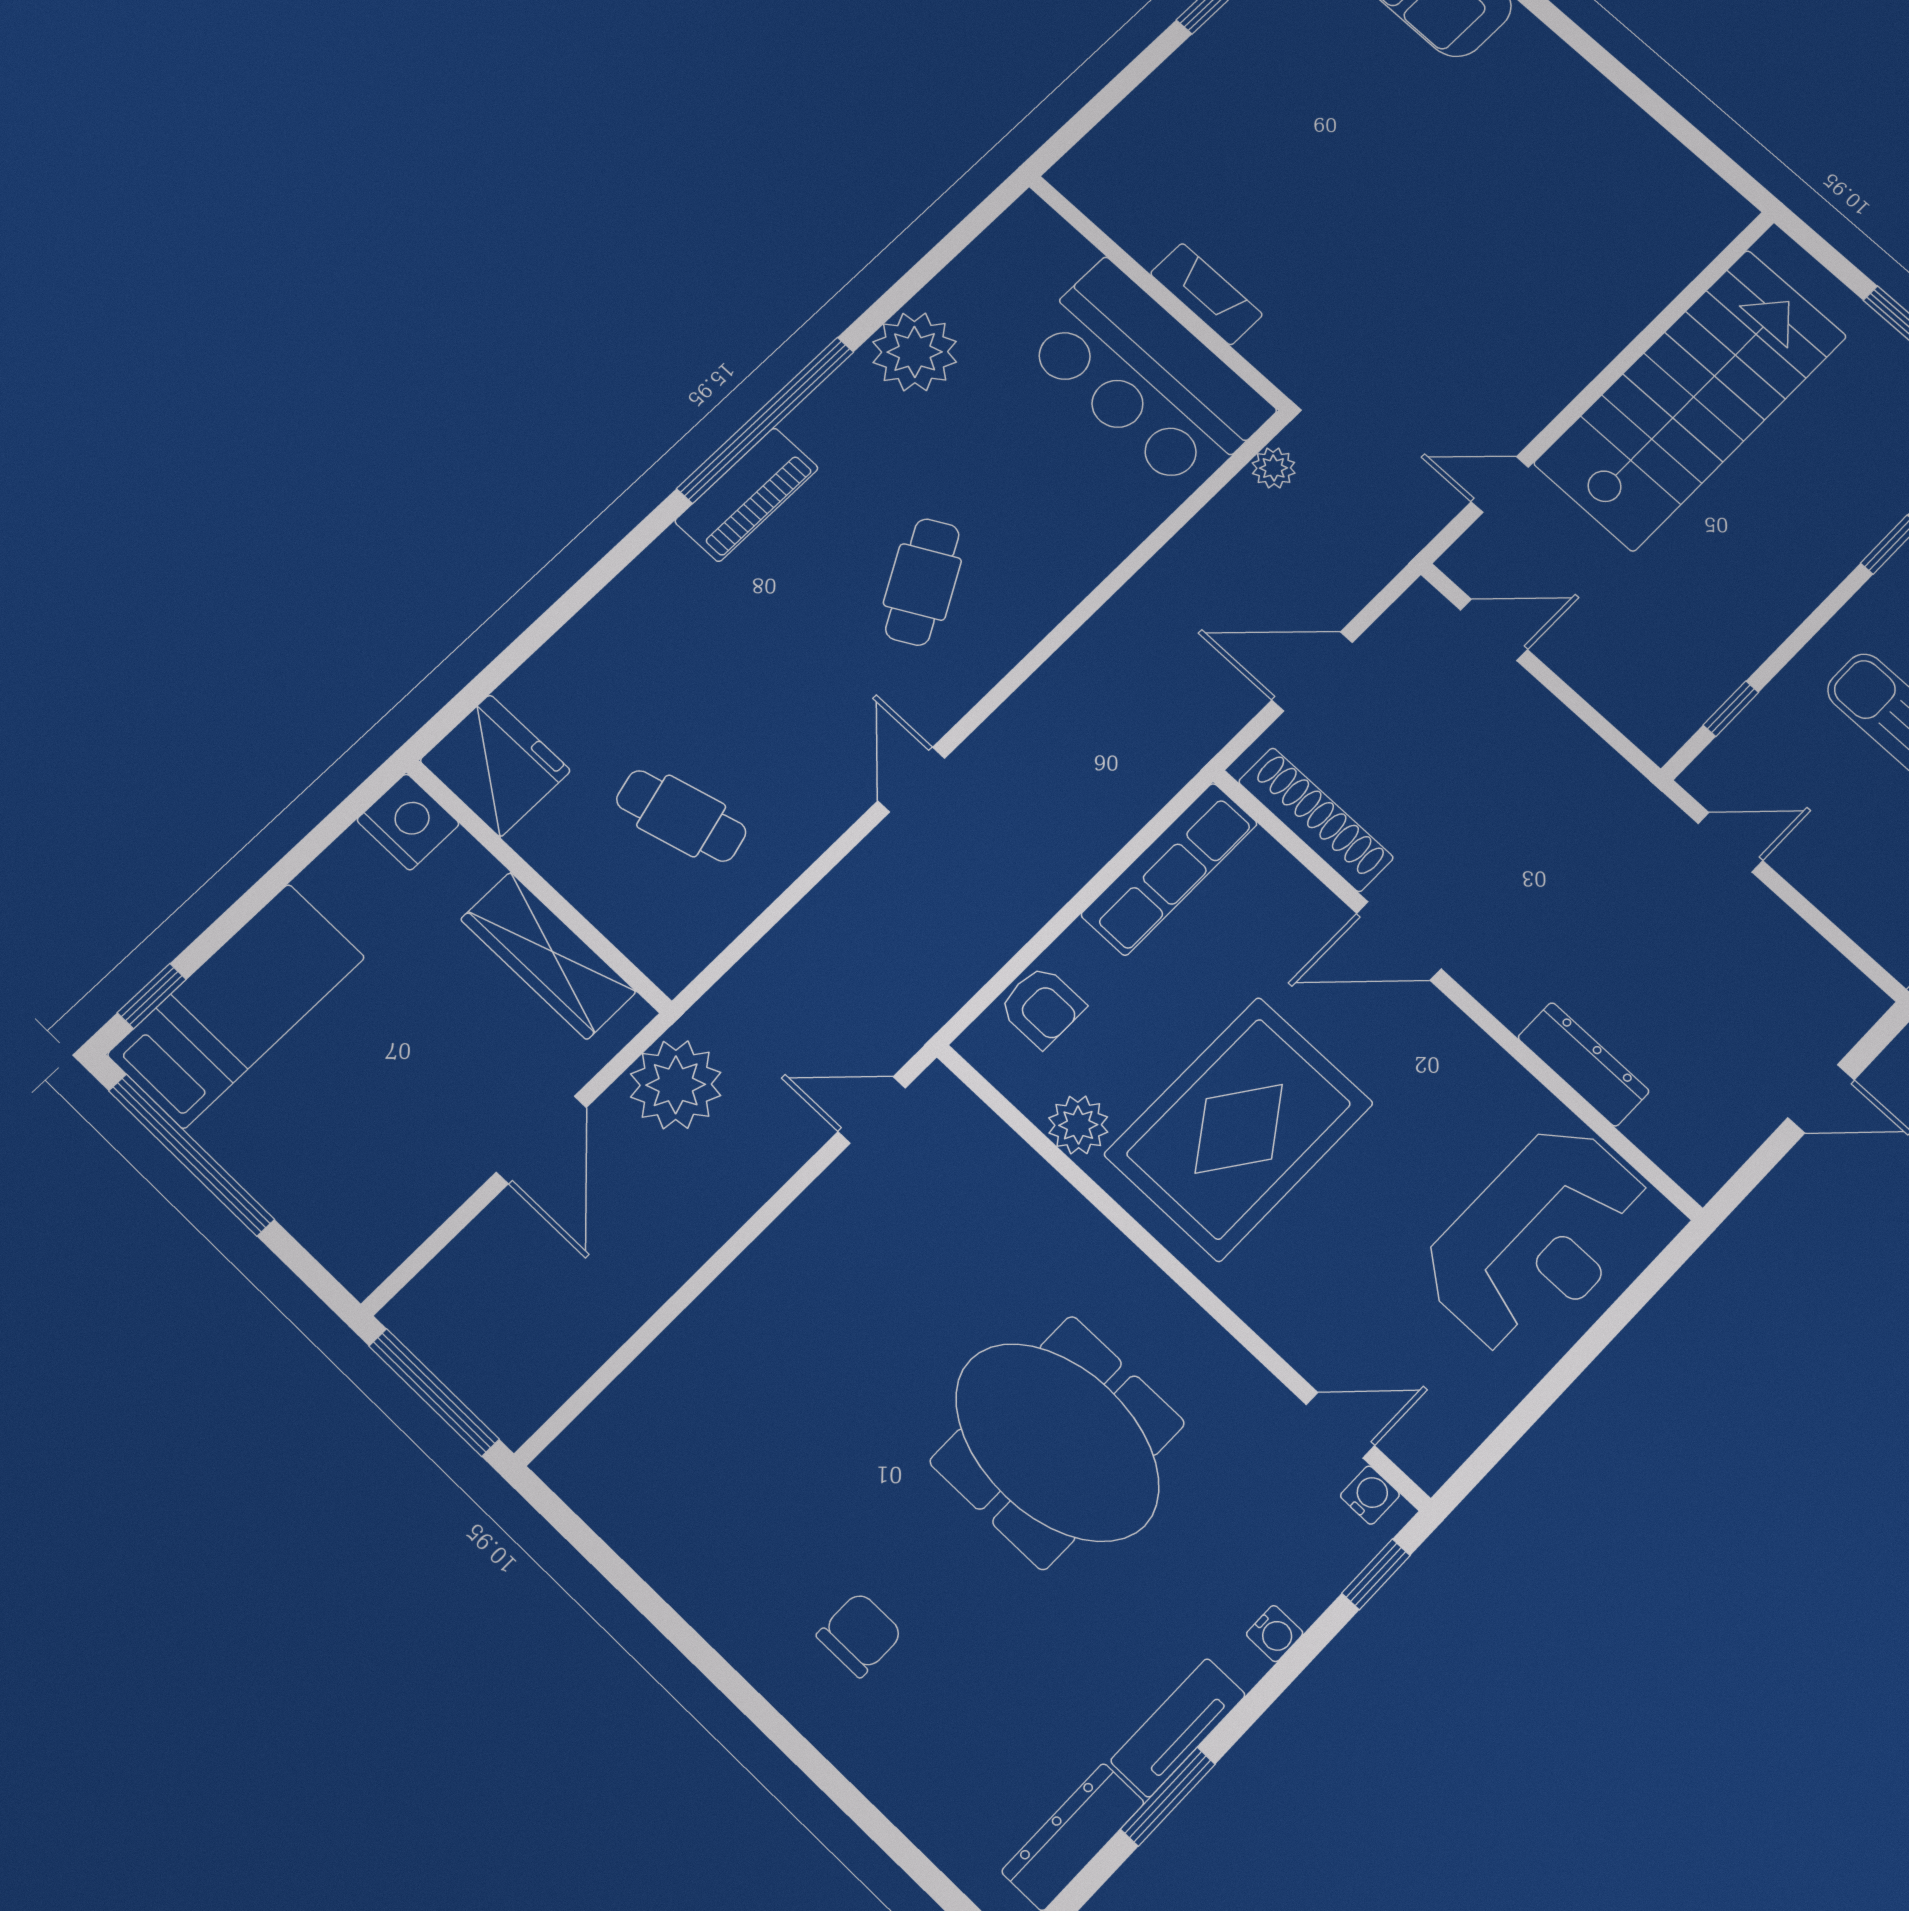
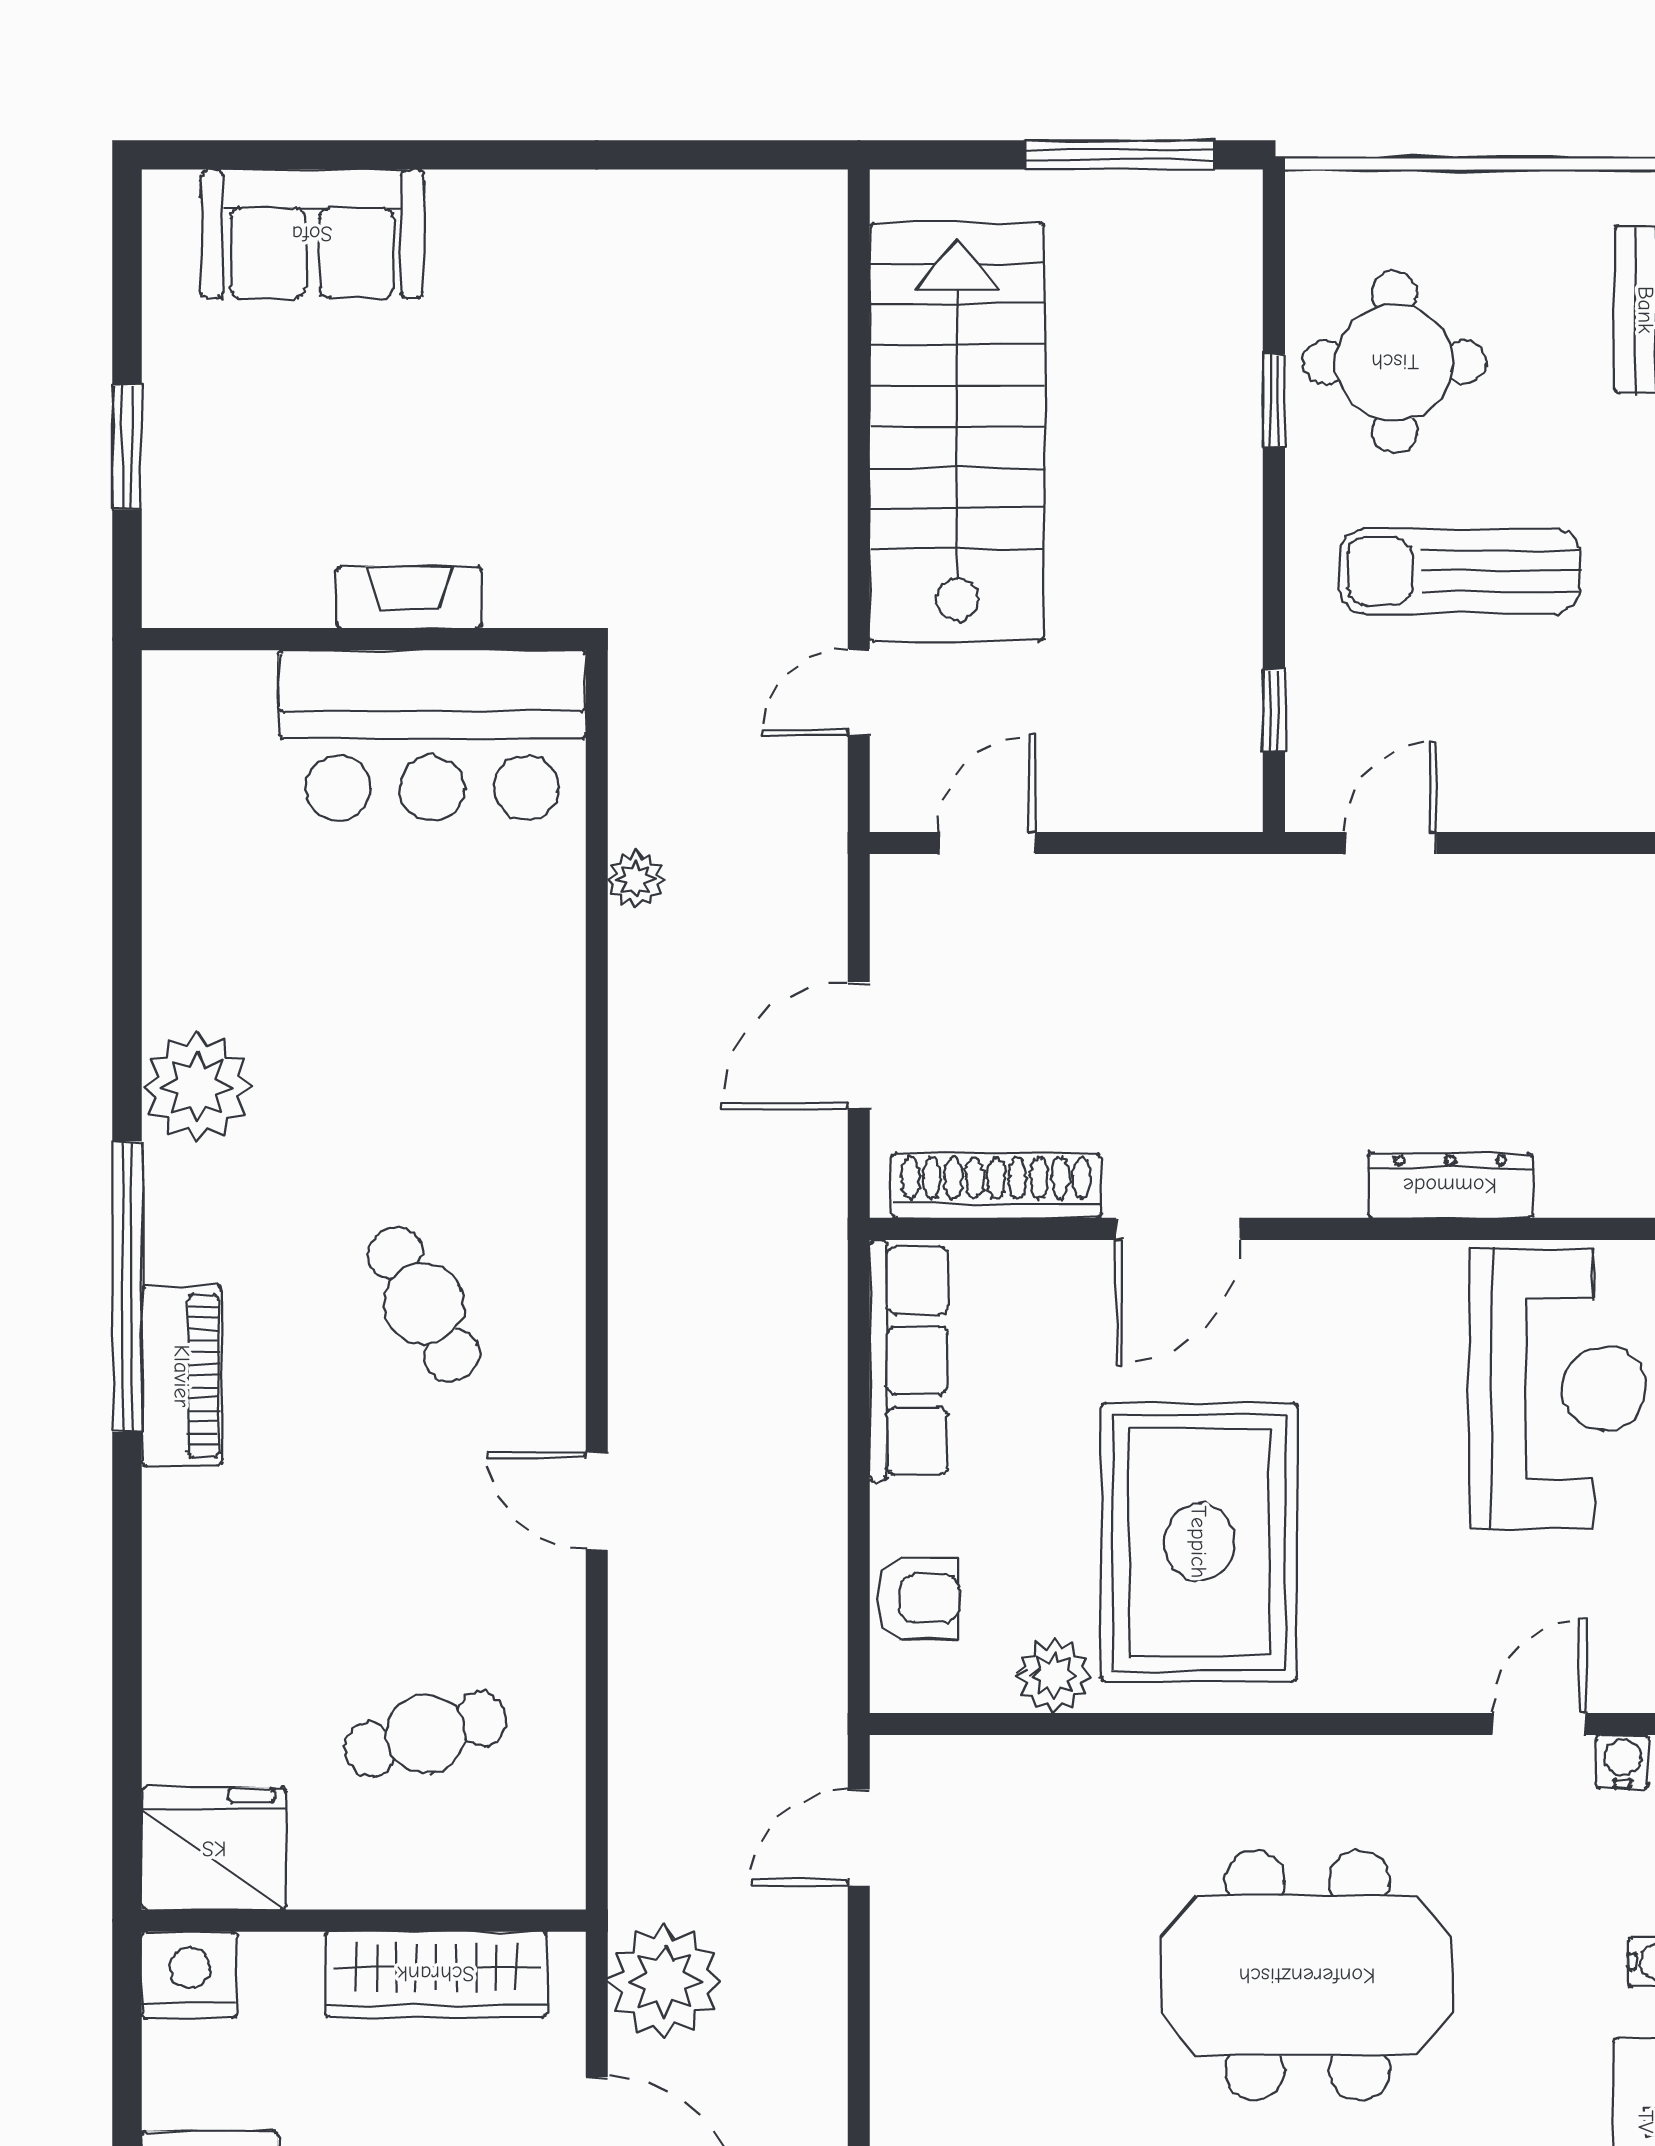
wall: (1159, 293) -> (364, 639), moved
fireplace: (1206, 294) -> (409, 597), moved
bar counter: (1146, 377) -> (432, 735), moved

